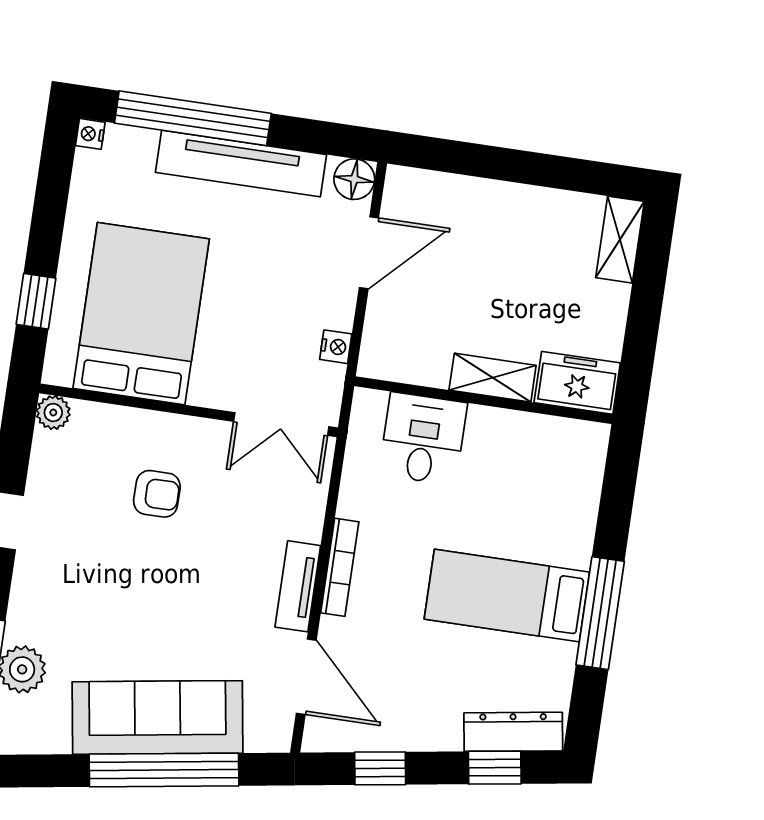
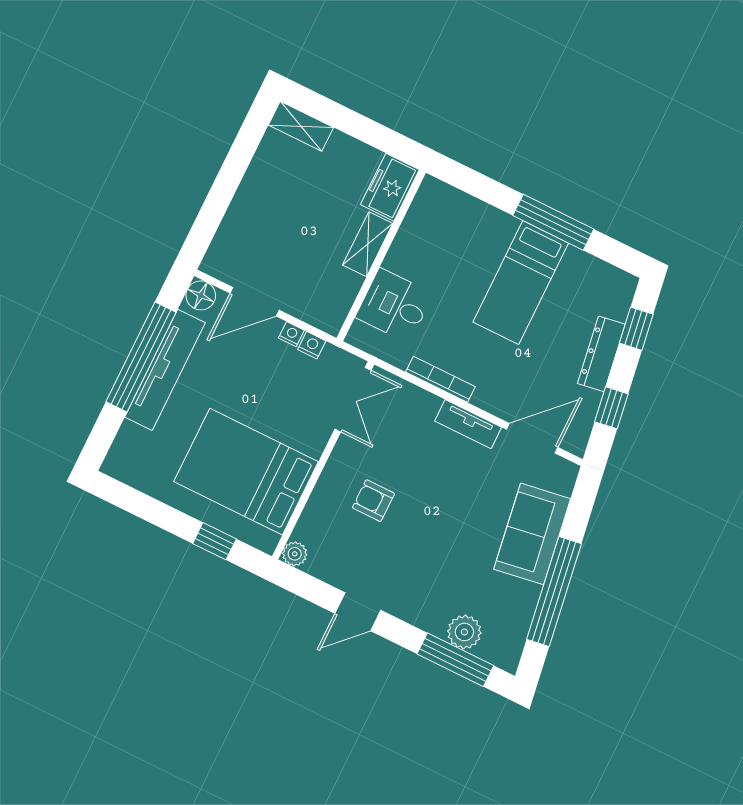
window: (193, 118) -> (141, 357), moved
nightstand: (90, 134) -> (291, 334), moved, turned 180
door: (369, 253) -> (255, 302), swing flipped
armchair: (157, 494) -> (373, 501), turned -90
bookcase: (340, 567) -> (440, 379), moved
sofa: (158, 717) -> (532, 534), width x0.73
dresser: (513, 732) -> (601, 354), moved
window: (164, 770) -> (554, 592), moved

